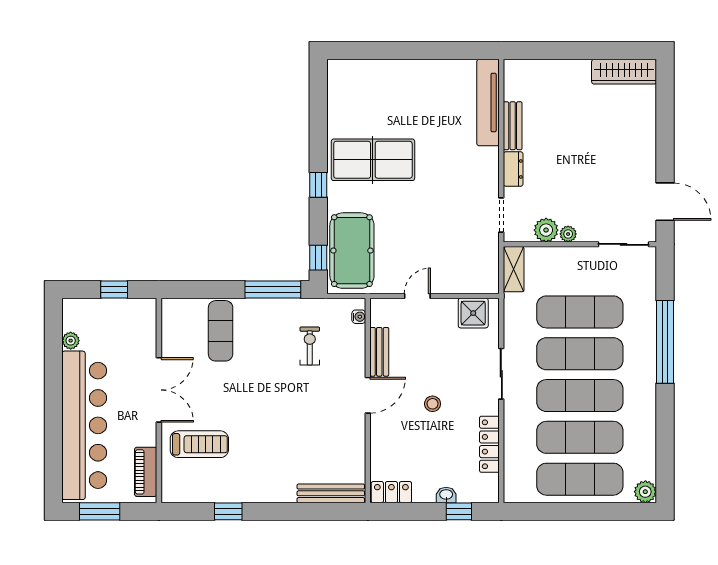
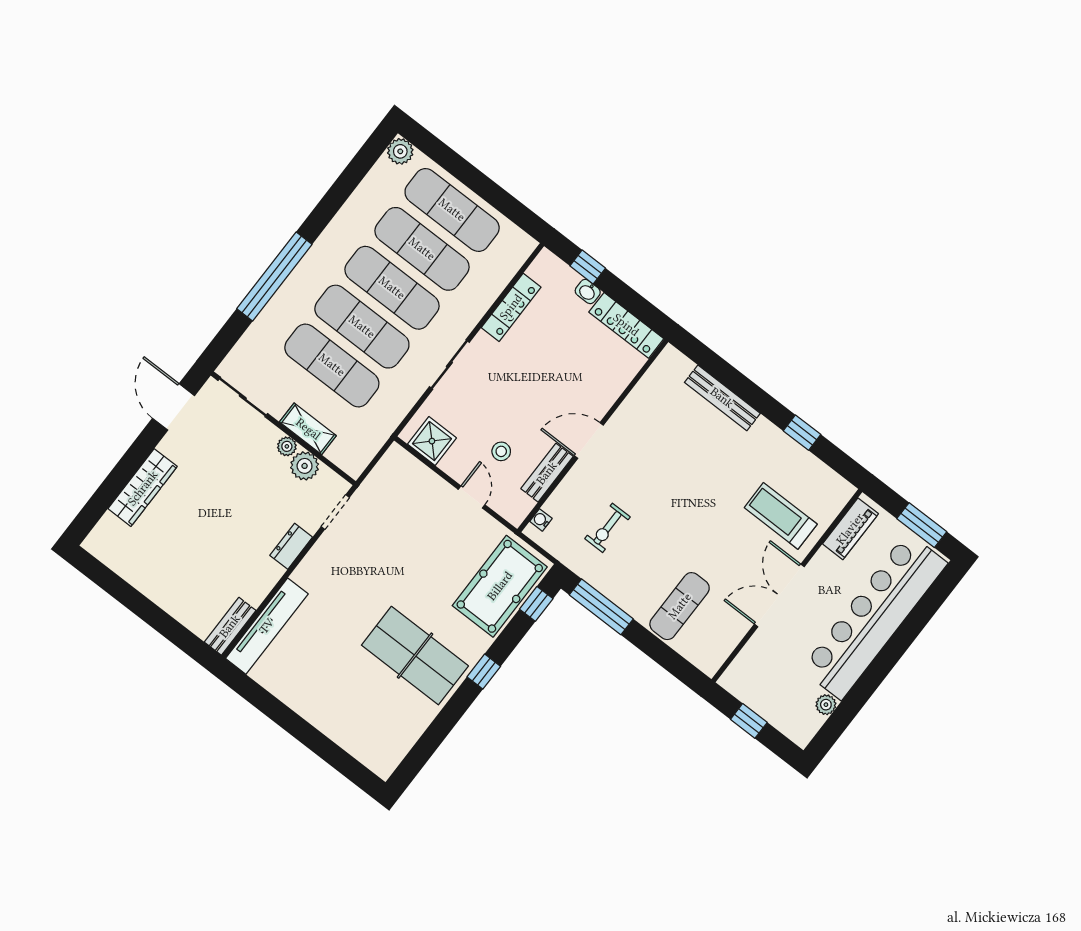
wardrobe: (624, 72) -> (143, 488), moved, turned 90
bench: (513, 126) -> (230, 626), moved
shelving: (514, 269) -> (308, 429), moved, turned 90
door: (417, 296) -> (472, 497), swing flipped
stool: (433, 404) -> (501, 451), moved
locker: (391, 492) -> (626, 325), width x1.53
bench: (331, 493) -> (722, 398), moved

